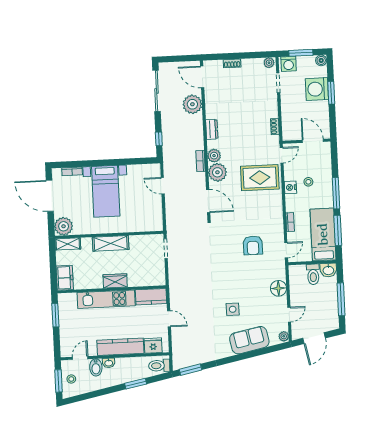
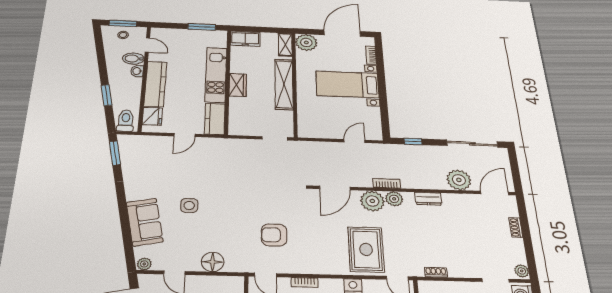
shelving: (111, 243) -> (284, 84), width x1.47

